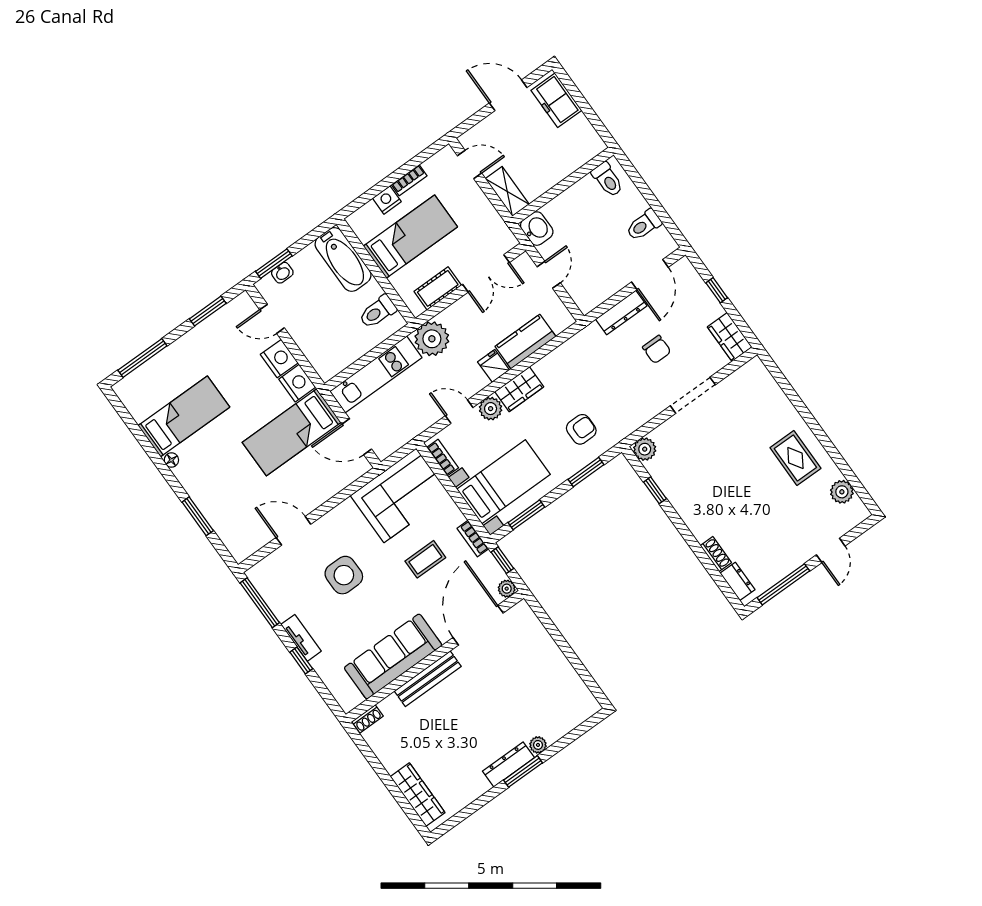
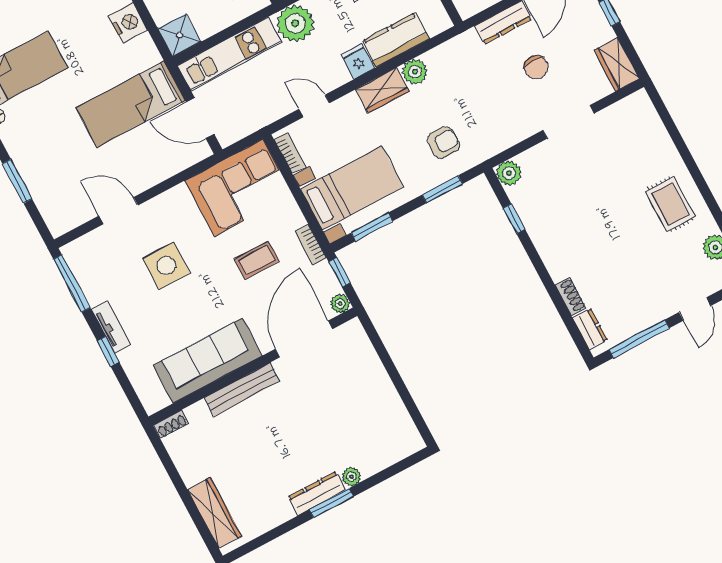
shower: (328, 364) -> (180, 35), added
nightstand: (297, 383) -> (144, 52), removed
plant: (491, 409) -> (415, 72), moved

